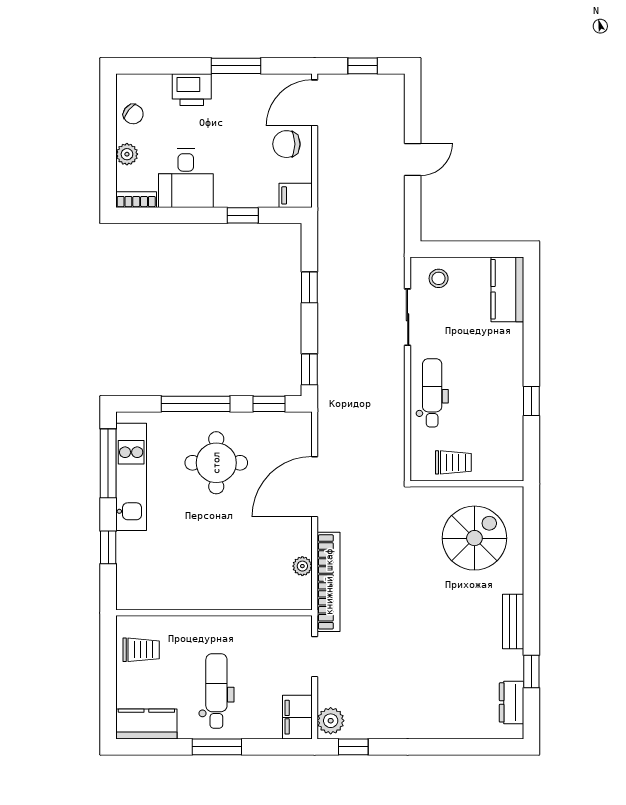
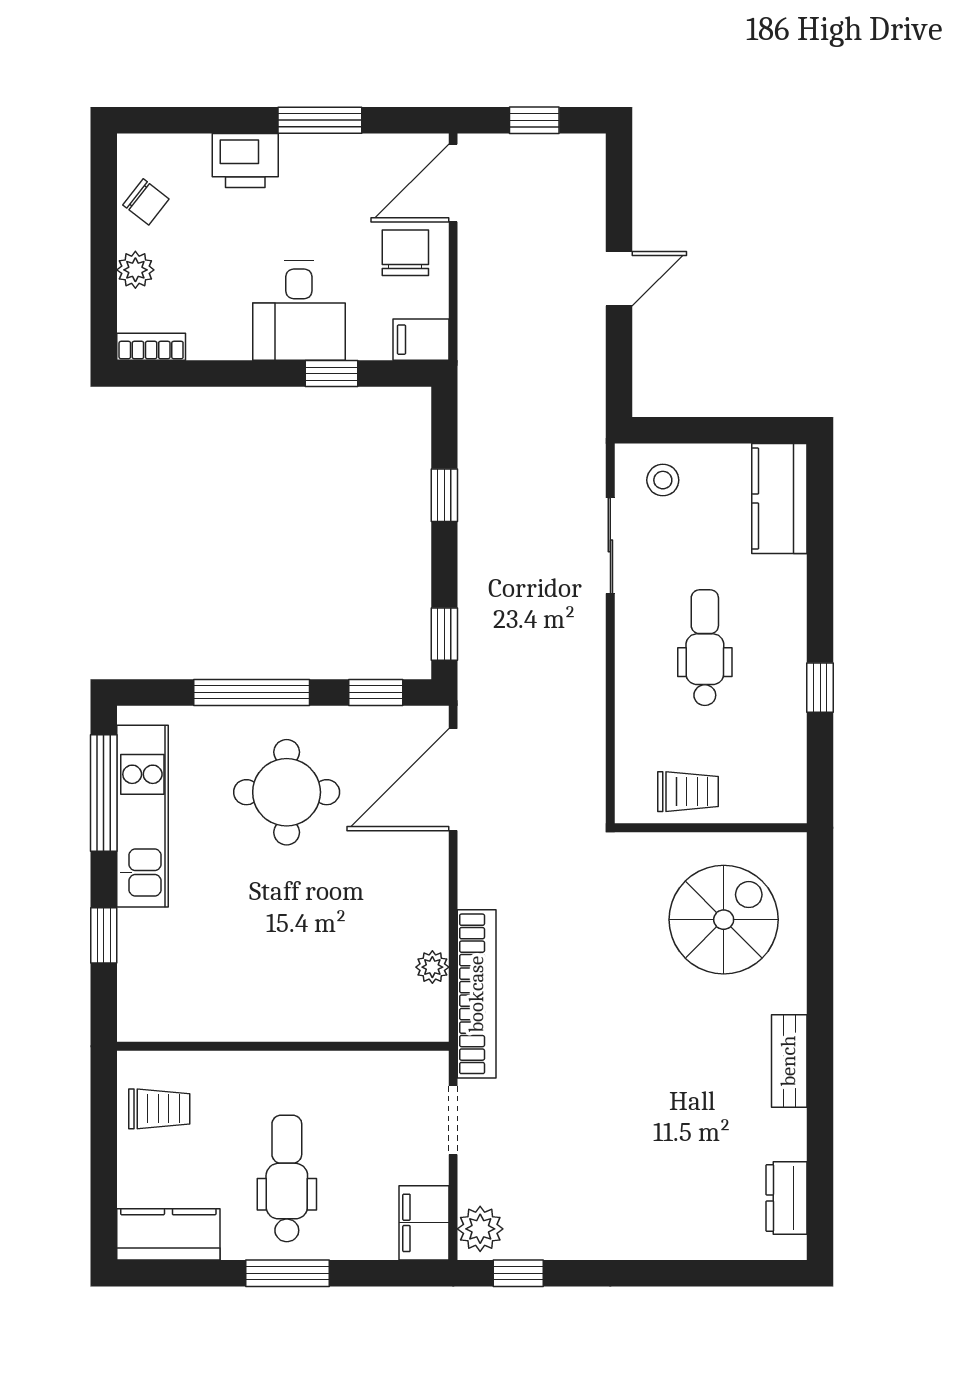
chair: (286, 144) -> (405, 253), turned 90
desk: (186, 178) -> (299, 311), moved
dental chair: (432, 393) -> (705, 648), moved
door: (315, 487) -> (453, 780), moved
window: (531, 671) -> (820, 1146), removed

